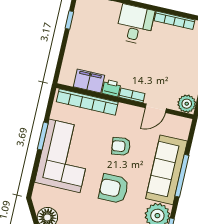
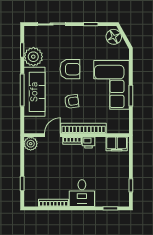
filing cabinet: (89, 81) -> (117, 144), moved
bookcase: (87, 102) -> (84, 128), moved

